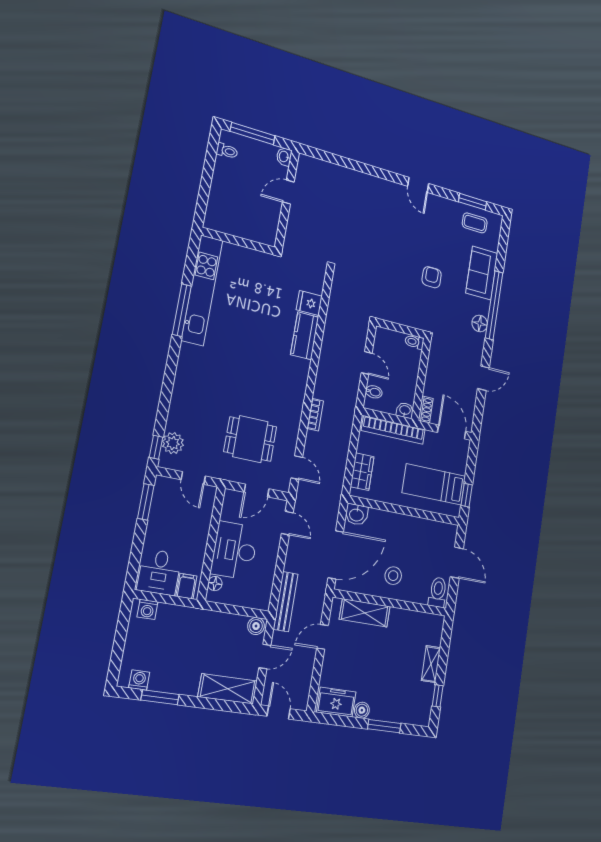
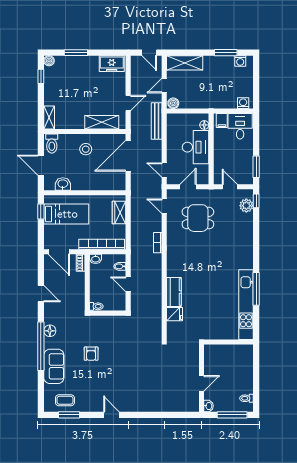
door: (483, 378) -> (41, 294), swing flipped
washbasin: (357, 514) -> (63, 184), moved
shelving: (431, 664) -> (49, 117), moved
boiler: (362, 710) -> (49, 61), moved

